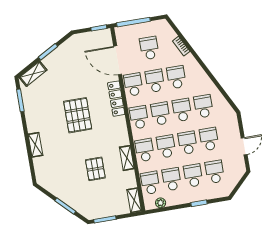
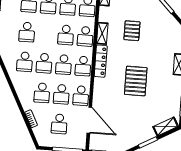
locker: (116, 99) -> (101, 61), moved
school desk: (188, 143) -> (46, 34), removed

